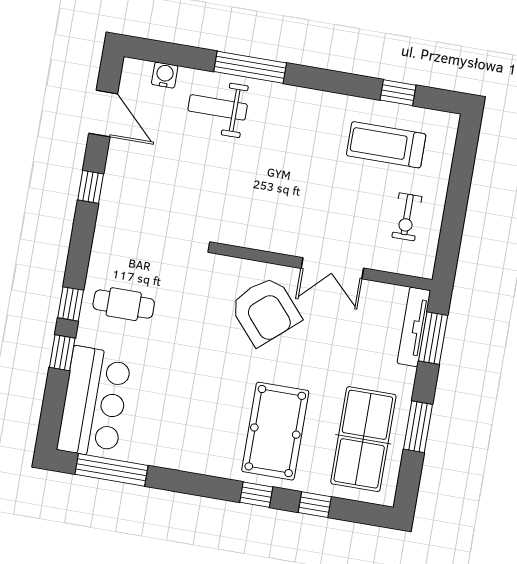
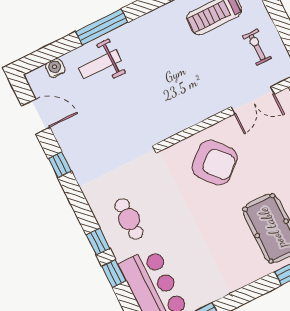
exercise bike: (407, 217) -> (257, 47), turned 180
double door: (332, 268) -> (253, 100), moved
cafe table: (124, 304) -> (129, 219), turned 90

